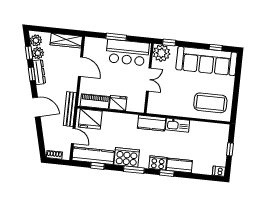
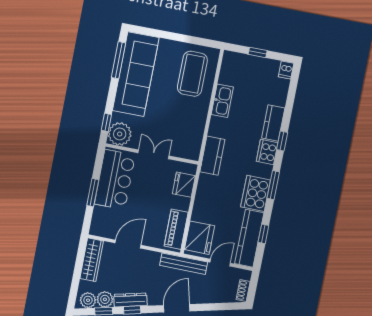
window: (216, 47) -> (119, 60), width x2.17
fridge: (118, 103) -> (184, 185), moved
kitchen sink: (177, 125) -> (222, 101), moved

